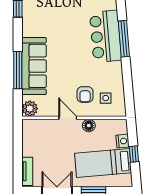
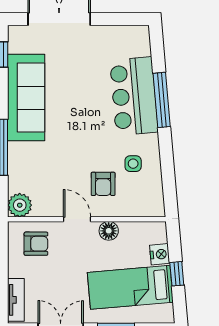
sofa: (34, 66) -> (26, 98), moved
side table: (106, 98) -> (133, 164), moved
armchair: (41, 134) -> (36, 244), added

